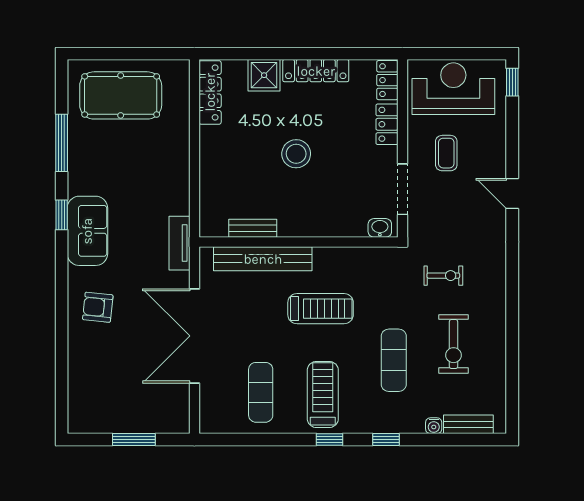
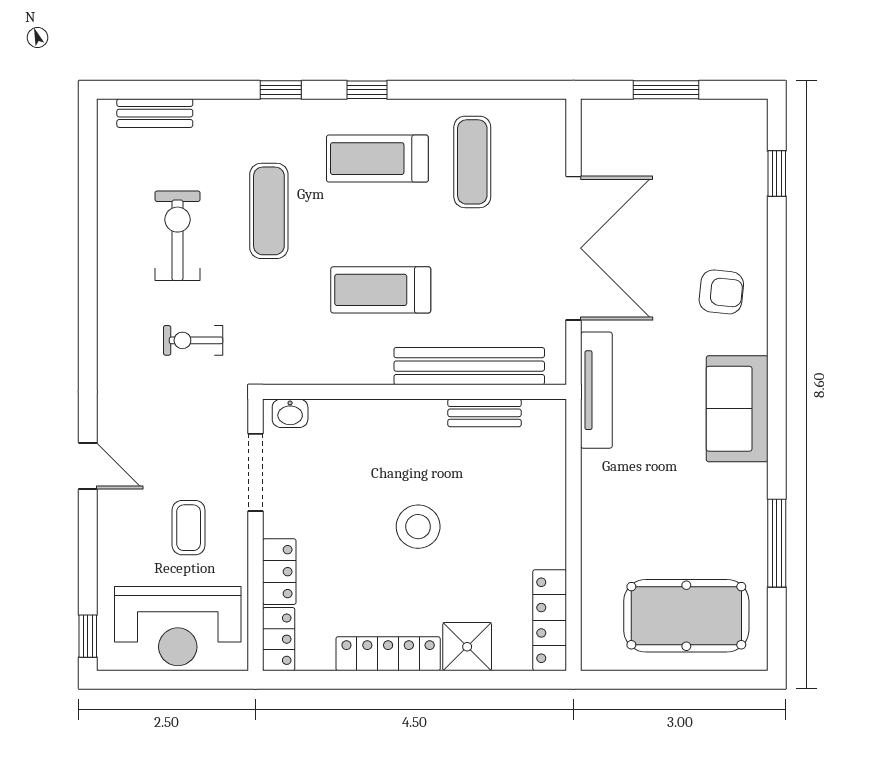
window: (62, 215) -> (777, 174), moved
tv unit: (180, 243) -> (596, 390), width x1.41
treadmill: (323, 394) -> (377, 159), turned 90
water cooler: (434, 426) -> (208, 111), removed

